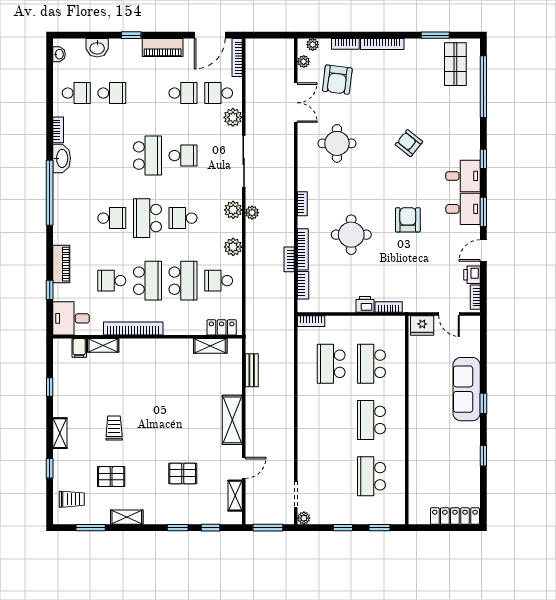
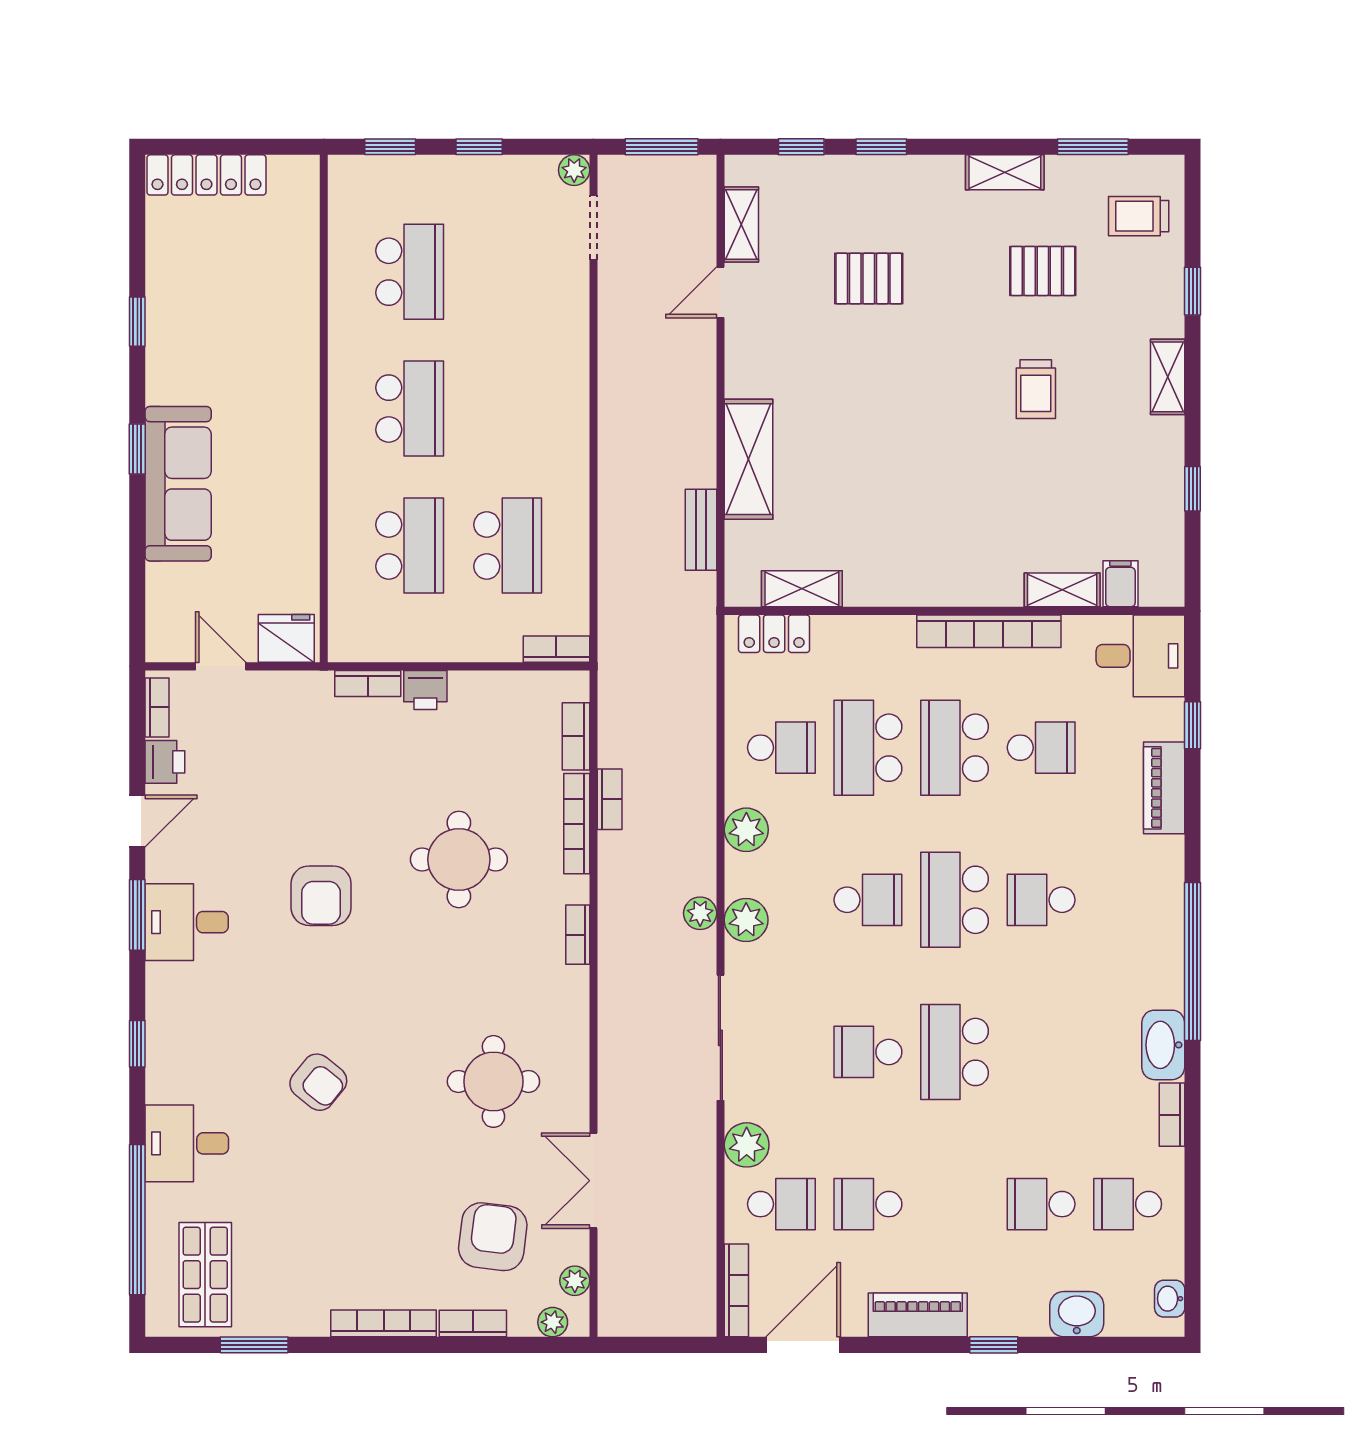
desk: (463, 176) -> (187, 1143), moved
school desk: (147, 218) -> (955, 900), turned 180
shelving: (232, 420) -> (748, 459), moved

